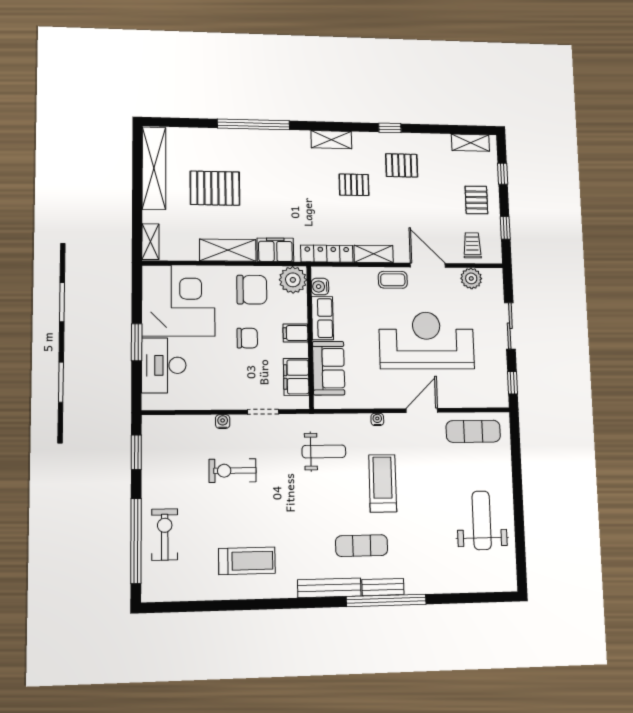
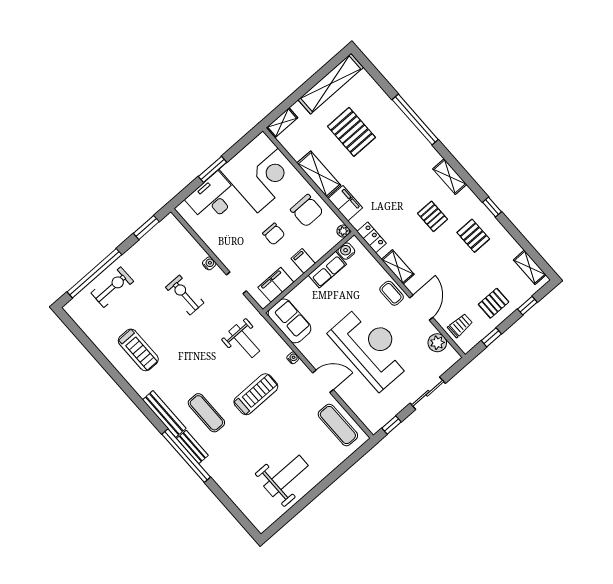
locker: (327, 254) -> (372, 237), width x0.66
plant: (293, 280) -> (343, 231), width x0.53, depth x0.53
sofa: (329, 368) -> (290, 321), moved, turned -90

